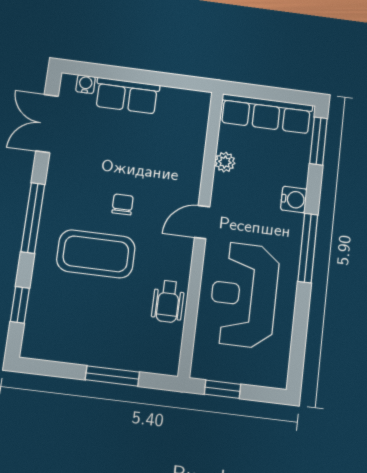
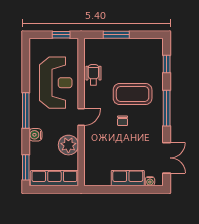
plant: (225, 162) -> (68, 145), width x1.87, depth x1.87

